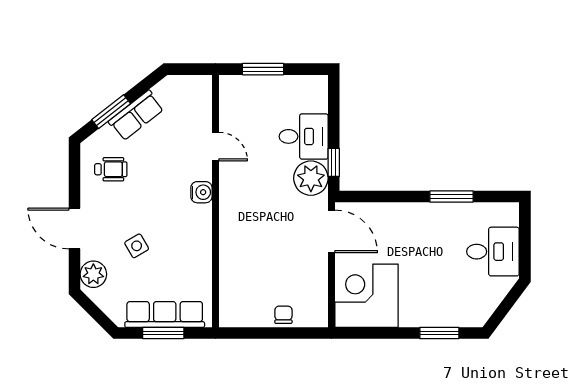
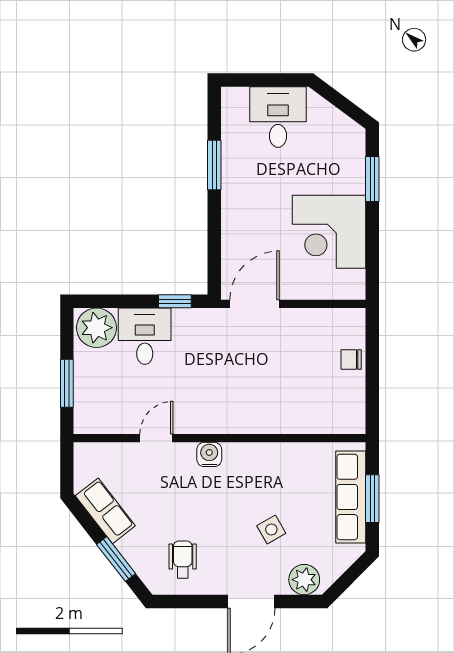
row of seats: (136, 115) -> (105, 511), moved
plant: (311, 178) -> (96, 328), moved
corner desk: (367, 296) -> (329, 232), moved

